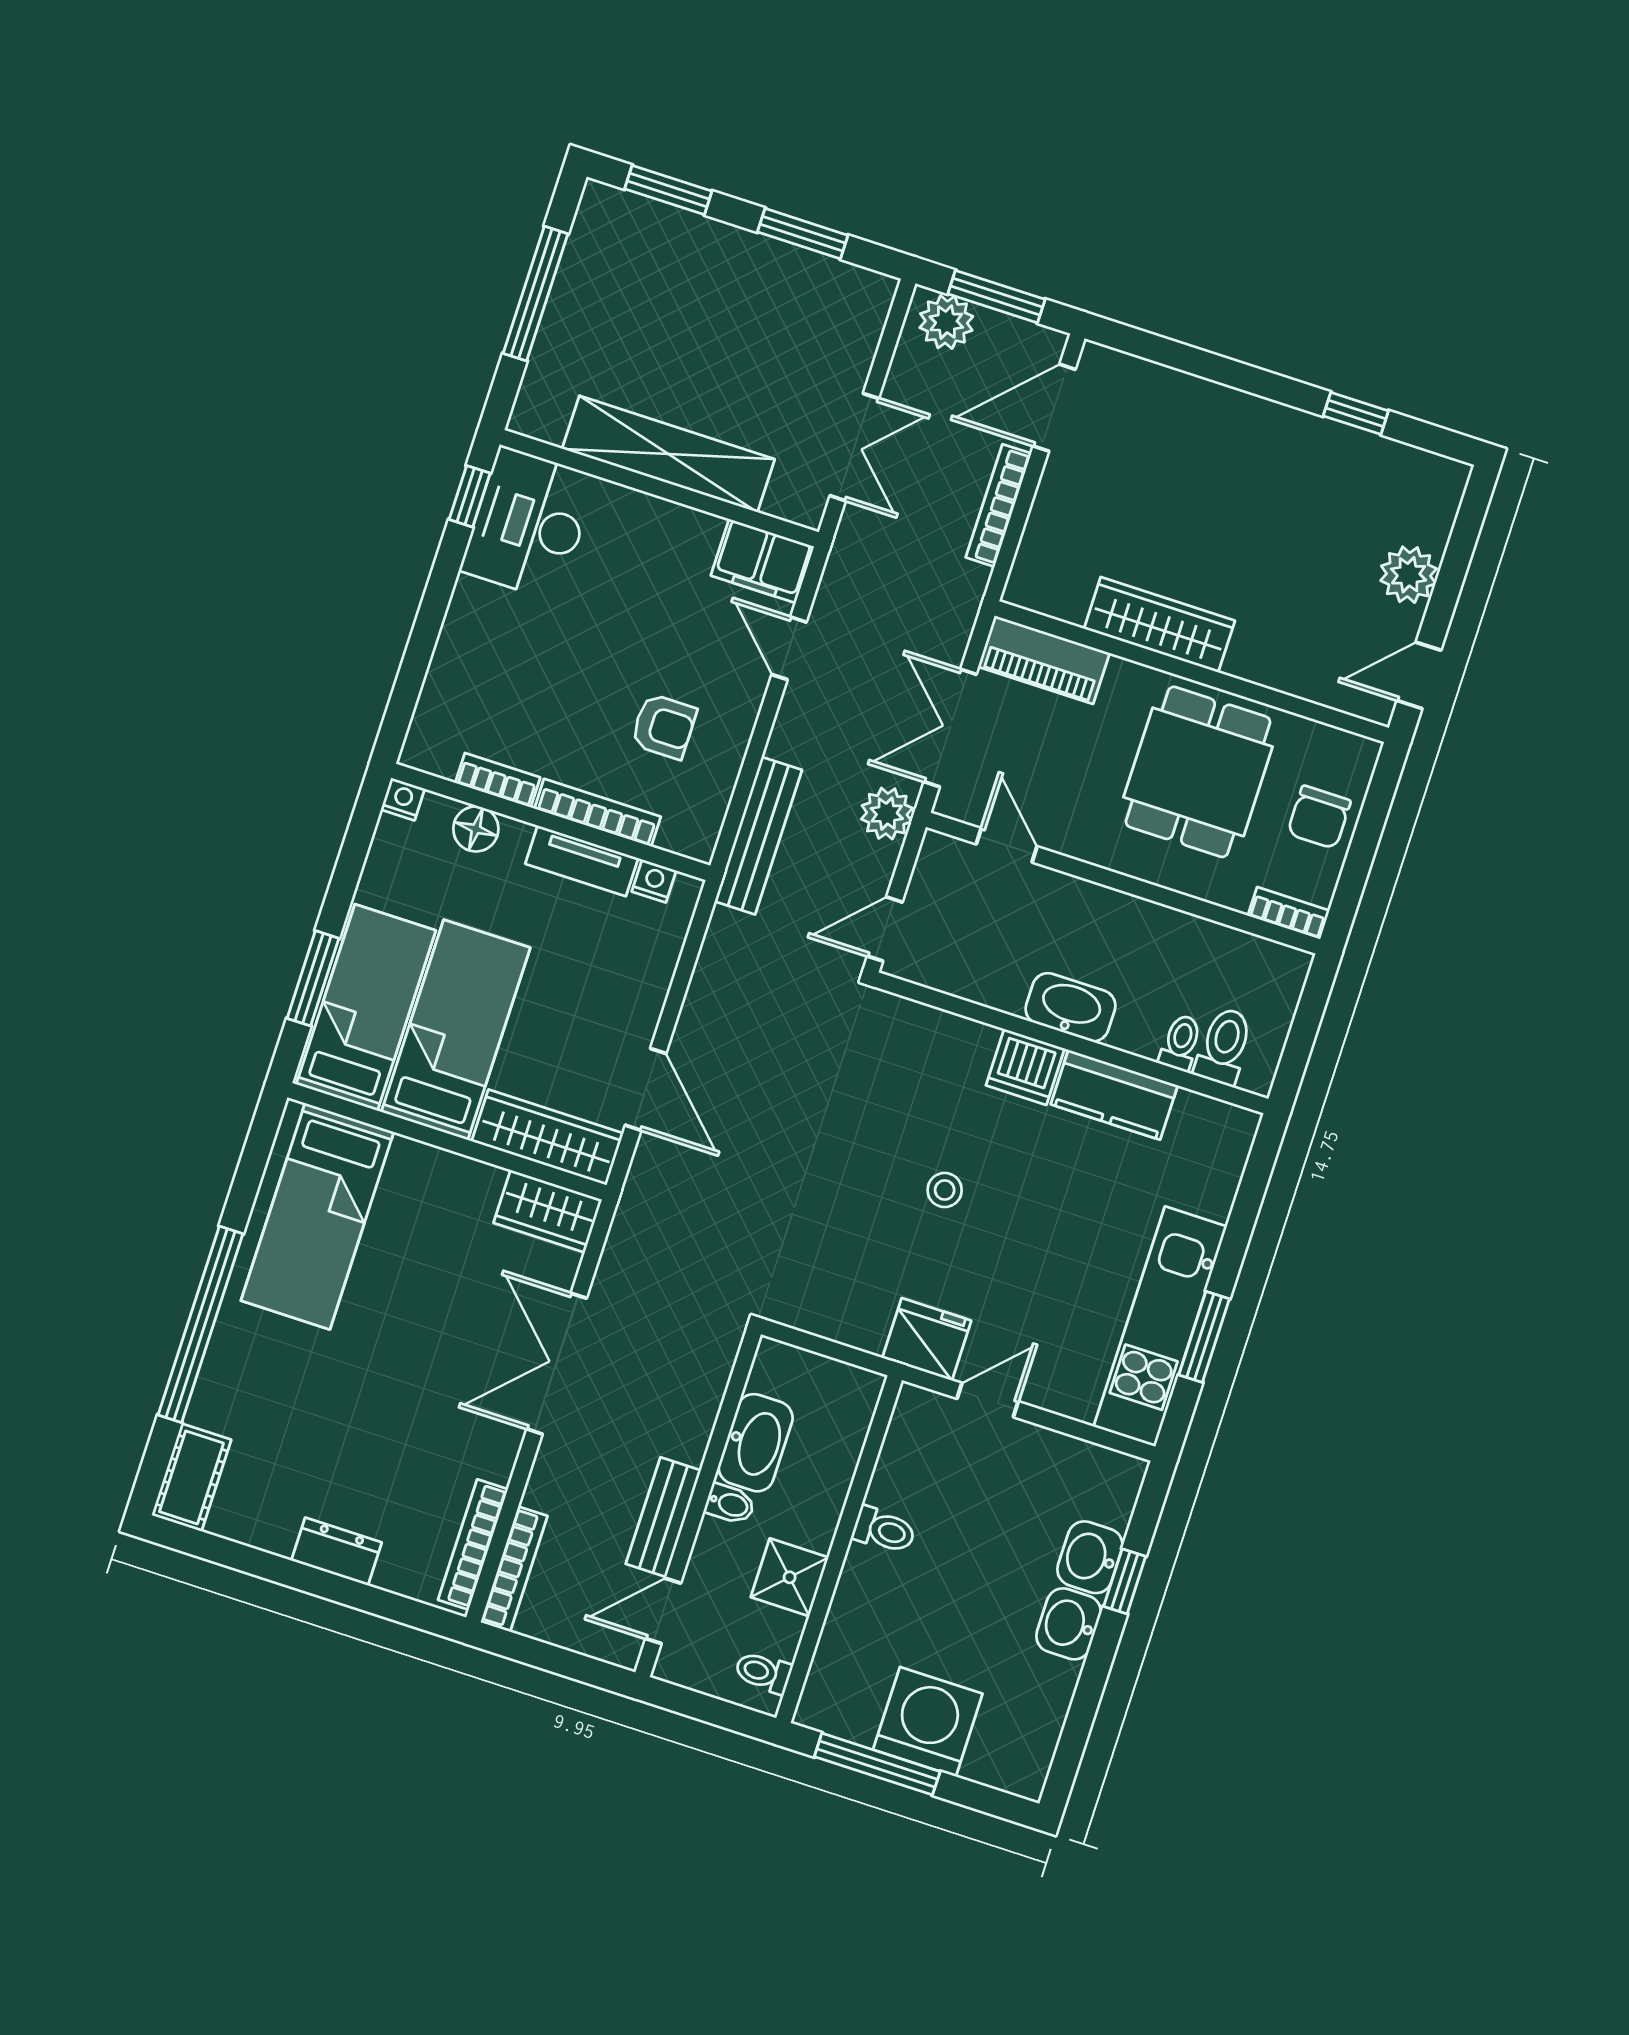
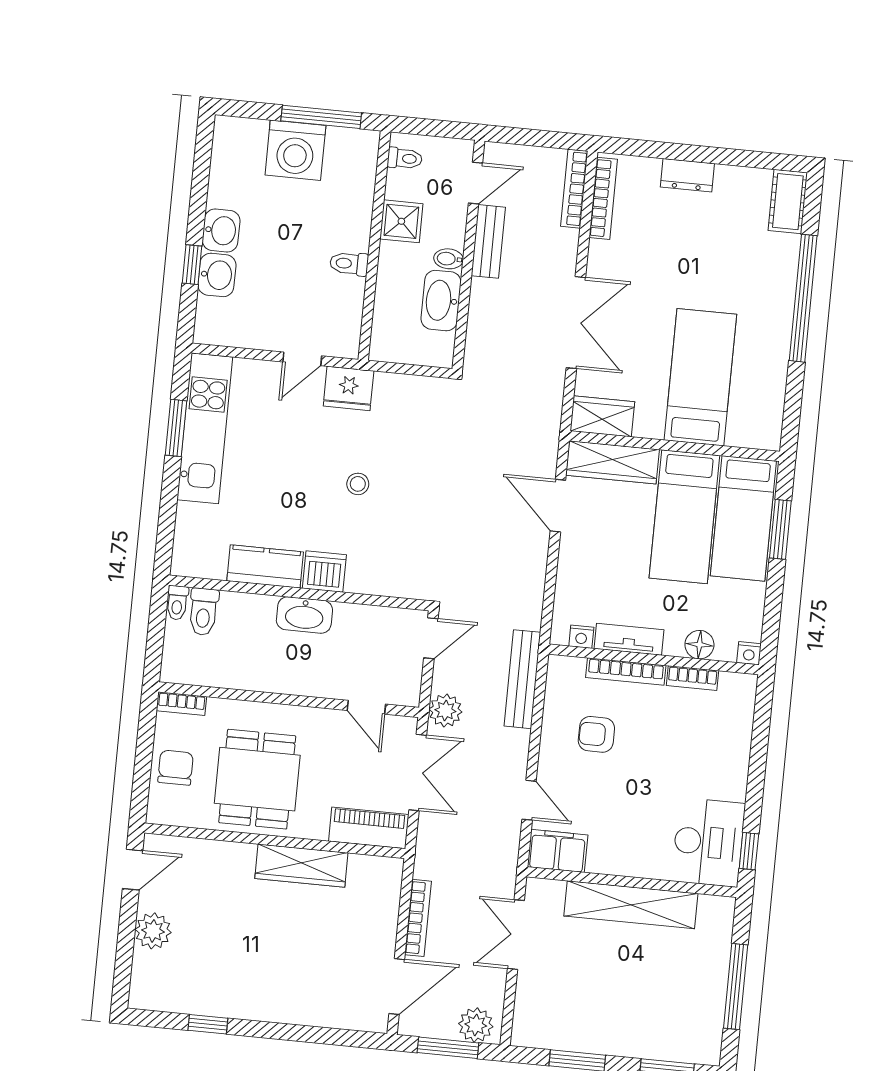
toilet: (1181, 1043) -> (177, 603), moved
bed: (317, 1216) -> (700, 377), moved

